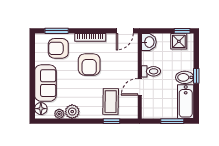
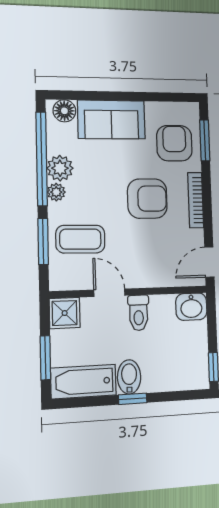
door: (125, 31) -> (209, 262), hinge flipped
shower: (179, 41) -> (65, 313), moved
armchair: (89, 65) -> (147, 199), turned 180
plant: (59, 114) -> (56, 192), moved
window: (67, 121) -> (42, 159), added
window: (111, 121) -> (43, 242), width x1.50

